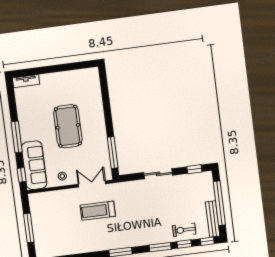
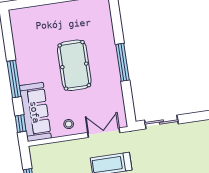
tv unit: (26, 81) -> (24, 13), removed
window: (113, 153) -> (123, 62), moved
sliding door: (158, 174) -> (161, 122), moved

